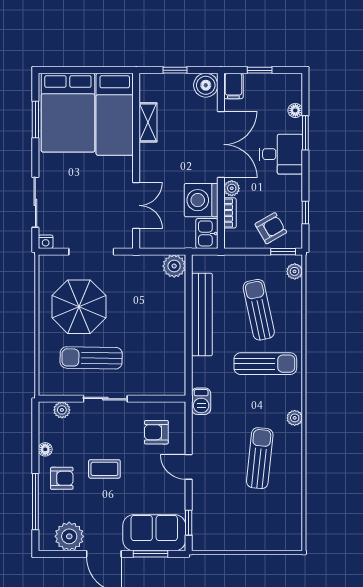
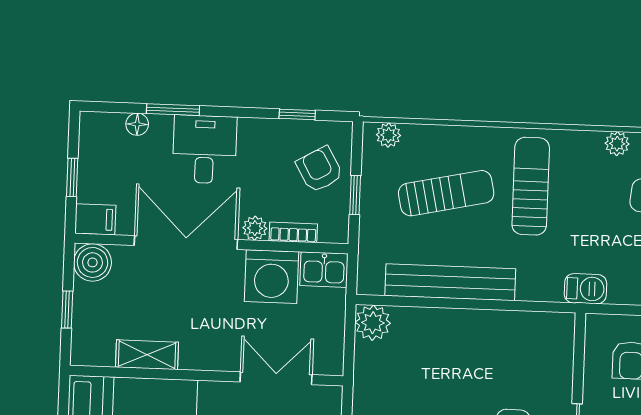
window: (283, 252) -> (355, 195), moved
sun lounger: (259, 310) -> (446, 193), turned 180

